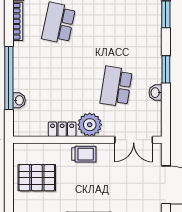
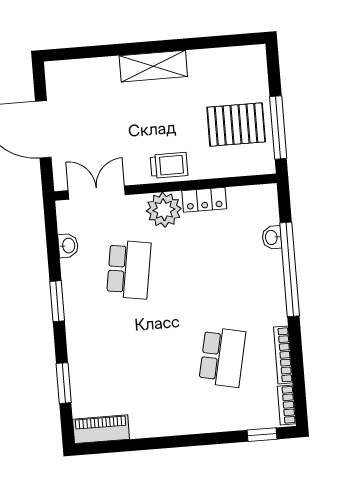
washbasin: (156, 93) -> (68, 246), moved
trolley: (84, 154) -> (169, 165), turned 180
window: (9, 173) -> (278, 128), added

